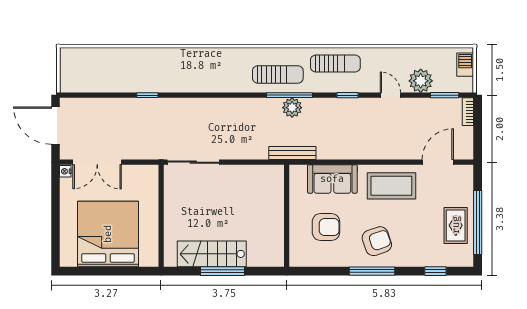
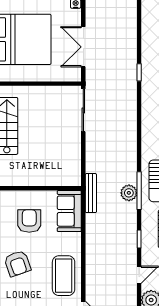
double door: (97, 162) -> (83, 47), moved
sofa: (332, 179) -> (69, 211), moved
armchair: (326, 227) -> (29, 221), turned 180

